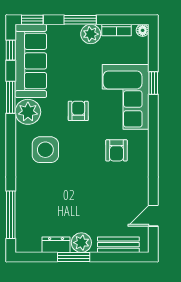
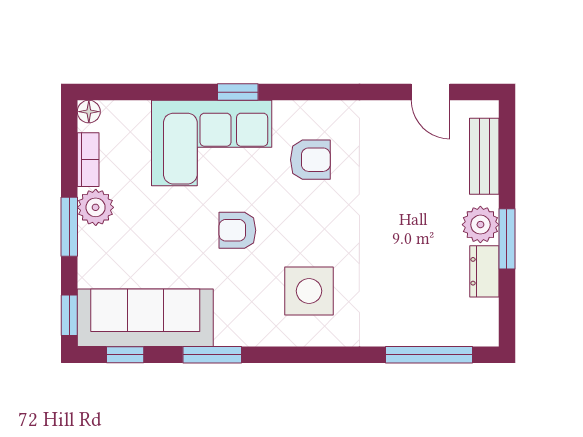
window: (153, 83) -> (238, 92), moved
plant: (28, 112) -> (239, 323), removed

